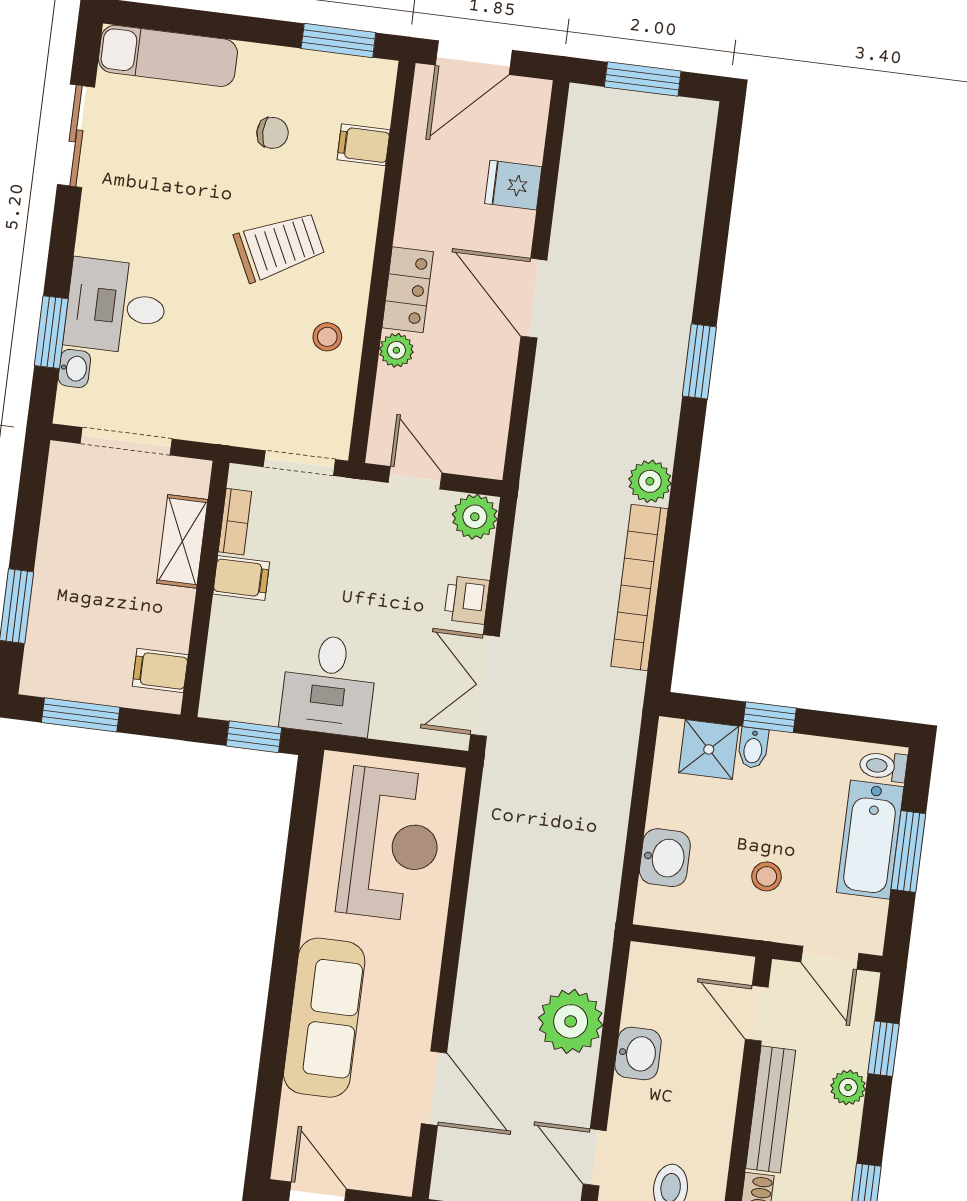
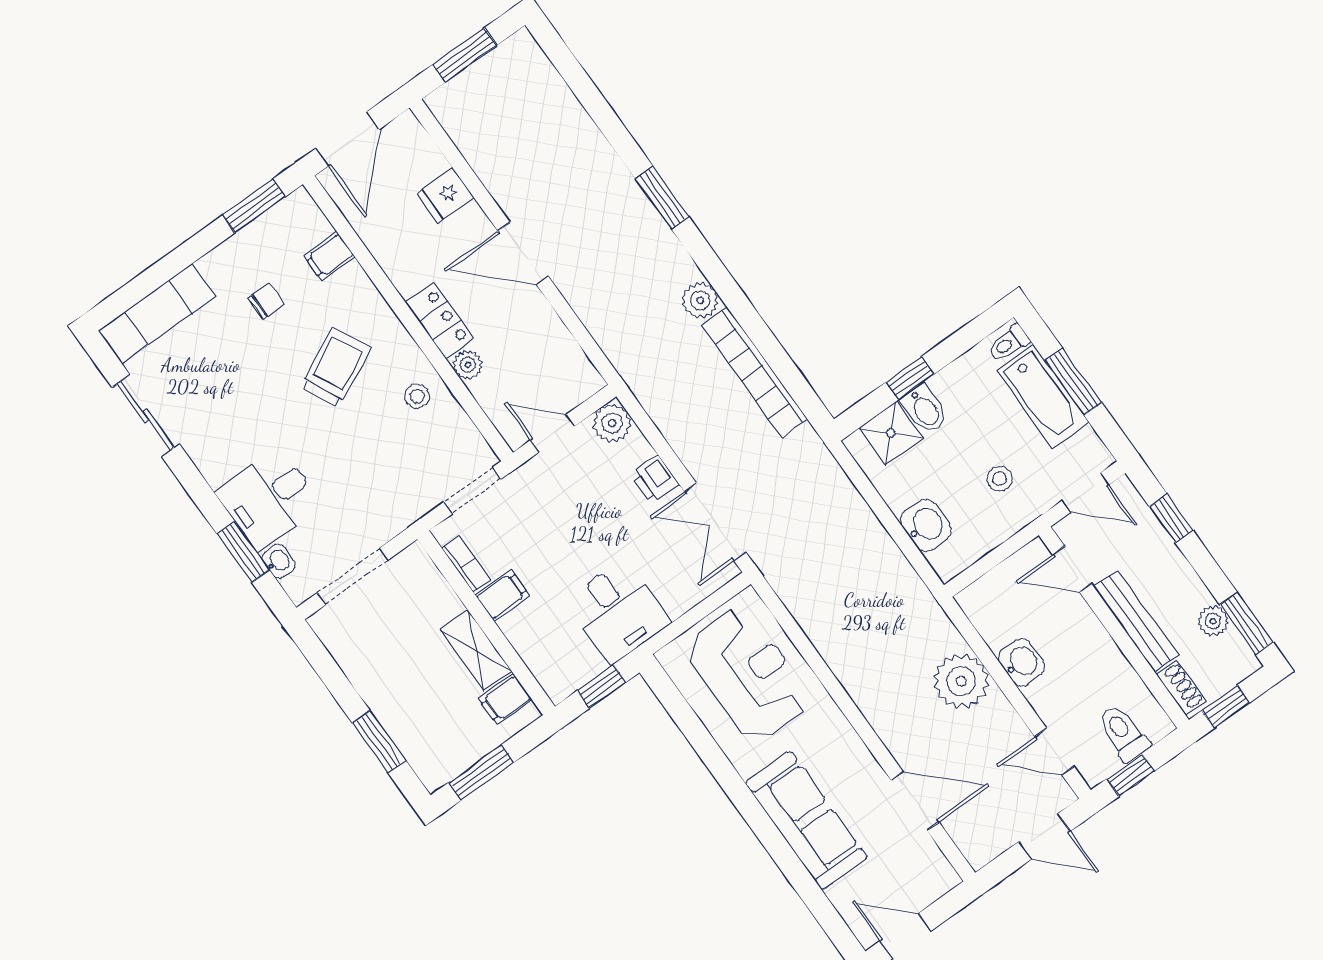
shelving: (182, 541) -> (476, 650), moved
bidet: (753, 748) -> (925, 409), width x1.38, depth x1.36
plant: (848, 1087) -> (1213, 621), moved

